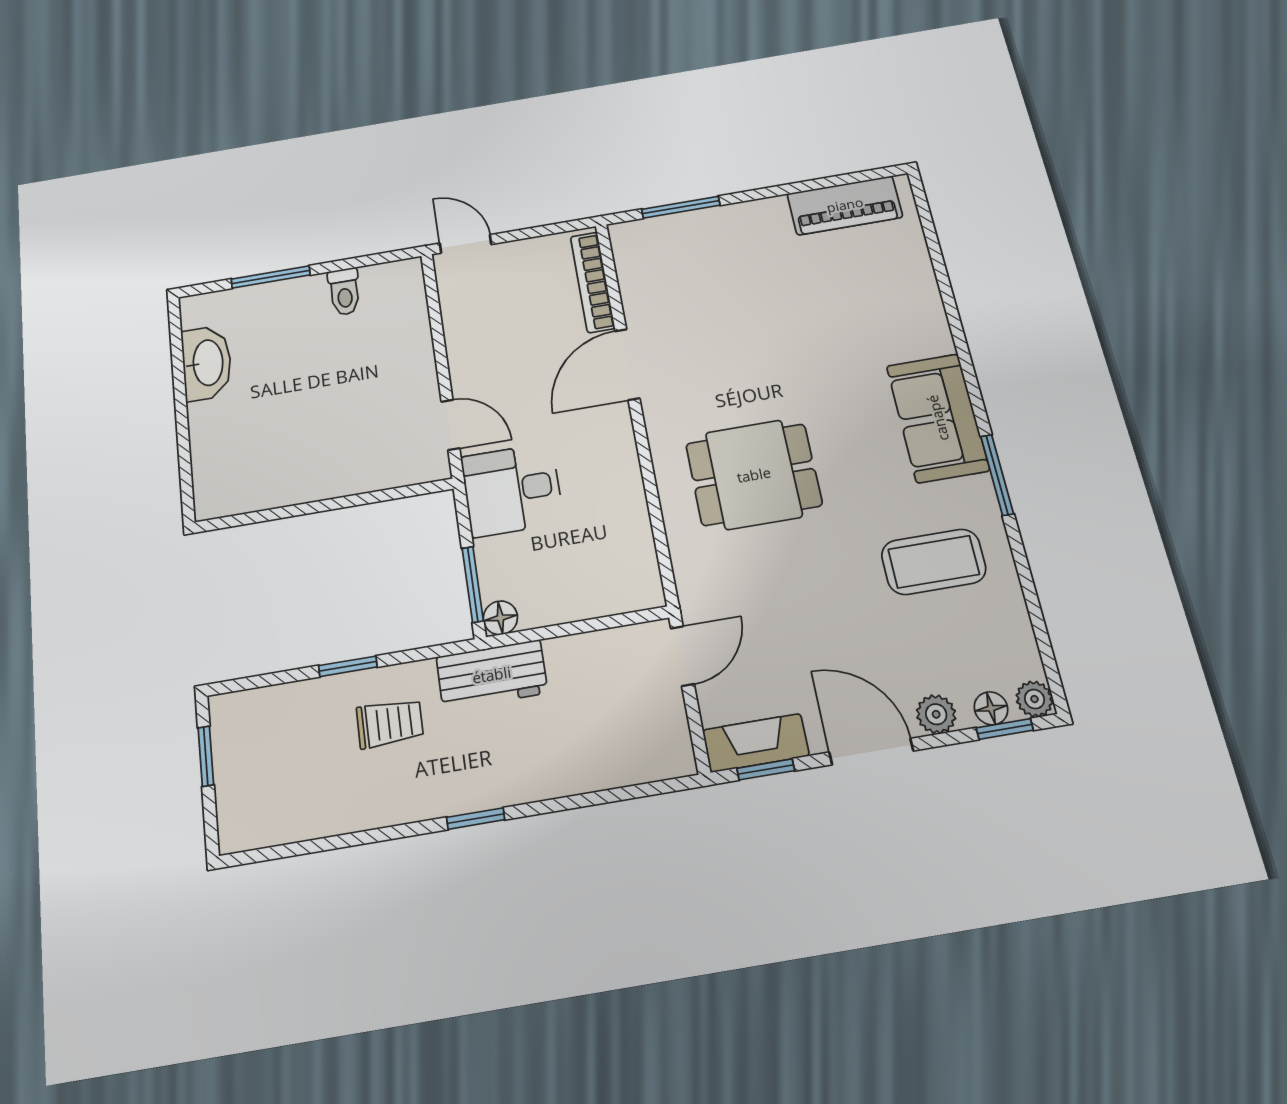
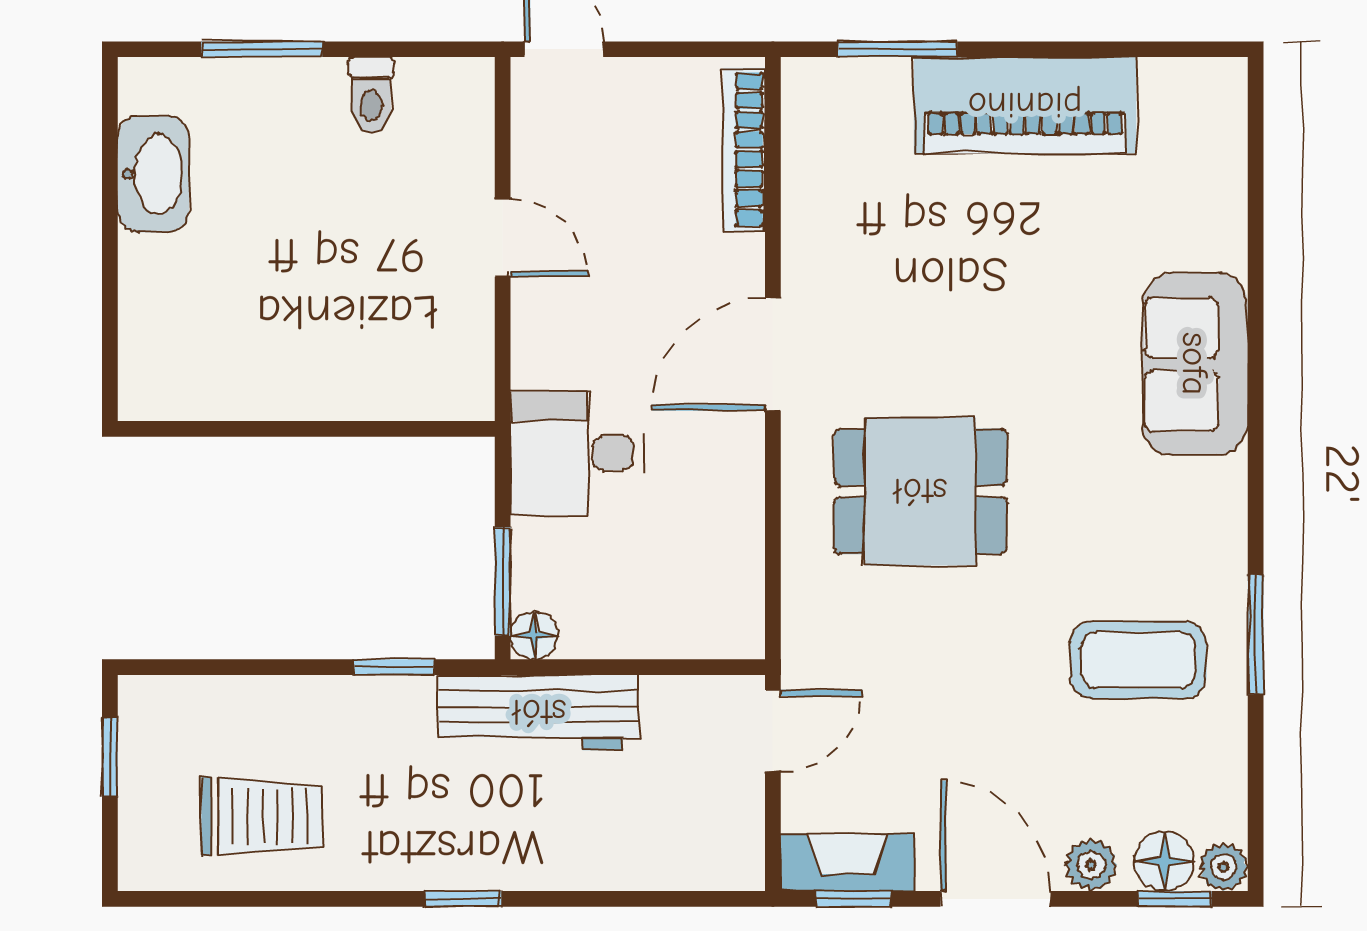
piano: (845, 205) -> (1025, 105), moved, width x1.37, depth x1.33
door: (627, 364) -> (773, 354), moved
sofa: (938, 418) -> (1195, 364), moved
door: (450, 425) -> (503, 238), moved
window: (997, 475) -> (1256, 634), moved
window: (348, 666) -> (394, 667), moved
workbench: (492, 675) -> (539, 712), width x1.37
floor lamp: (991, 708) -> (1164, 861), width x1.37, depth x1.37
trolley: (390, 723) -> (262, 816), moved, width x1.36, depth x1.39

